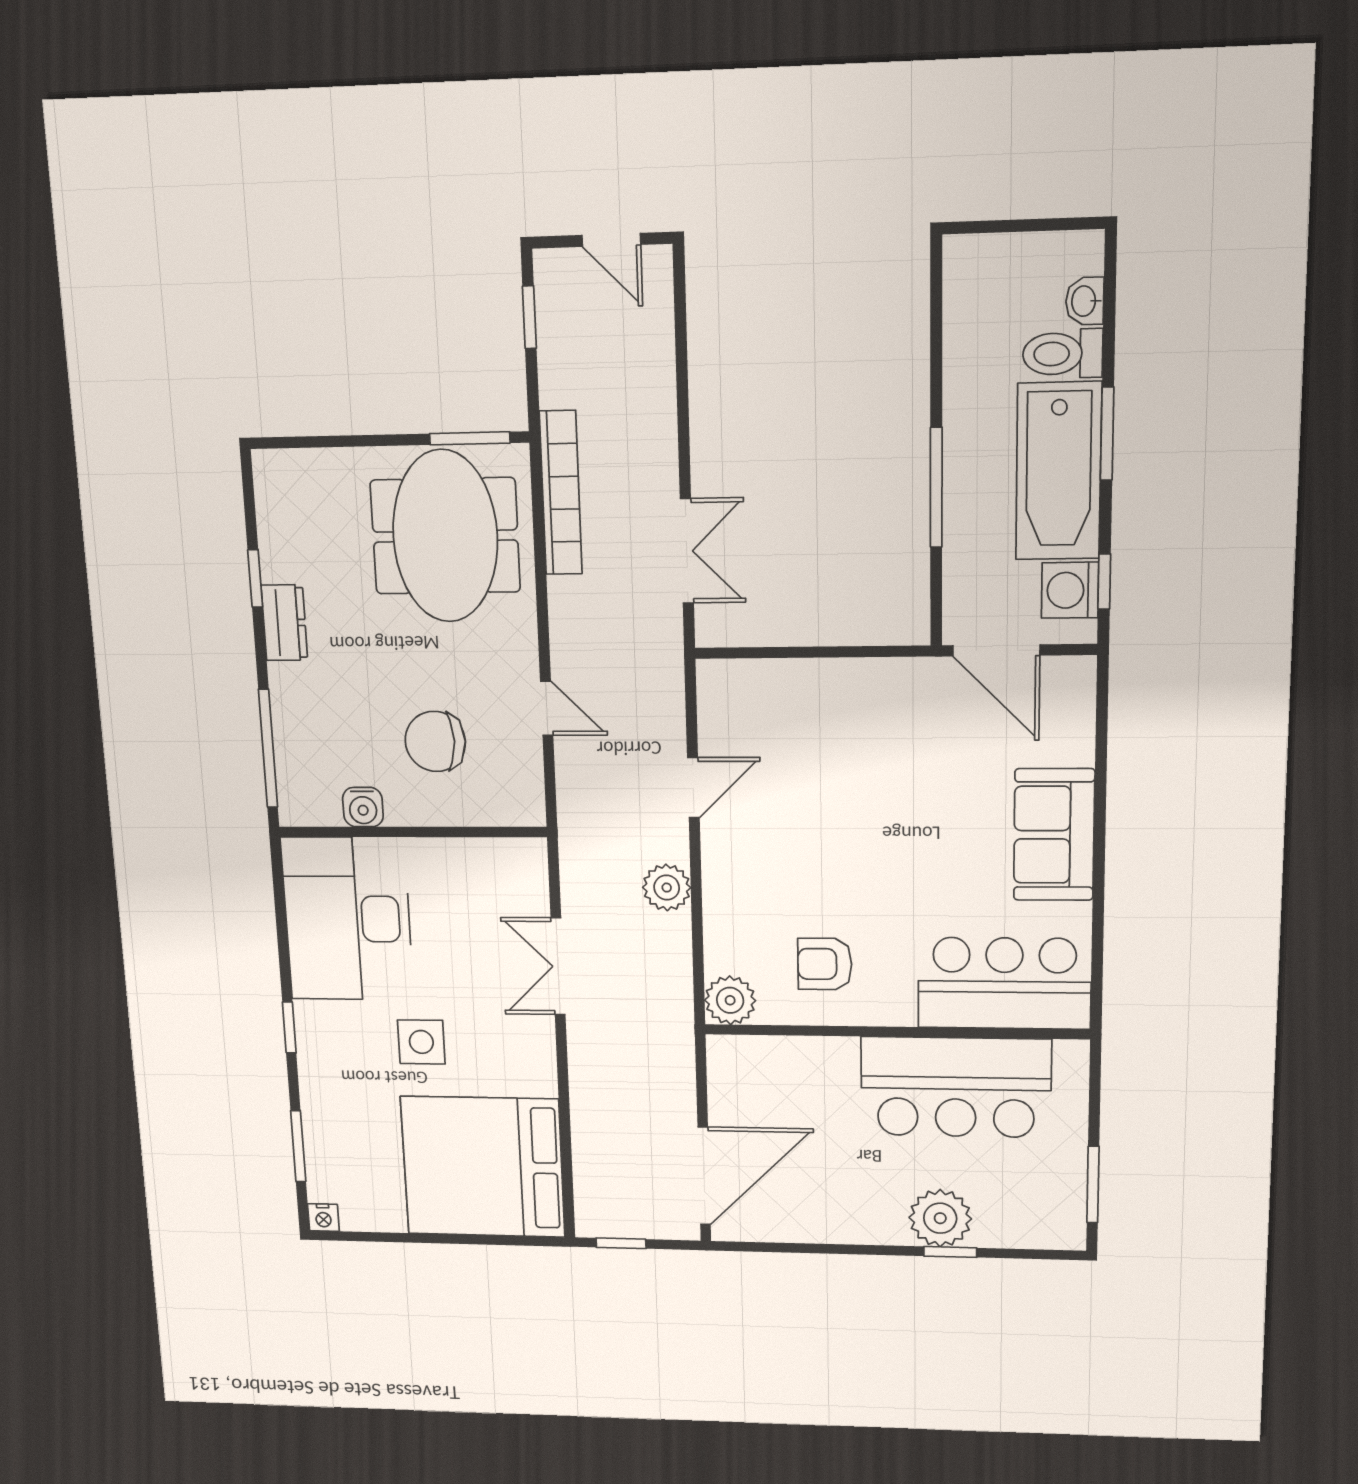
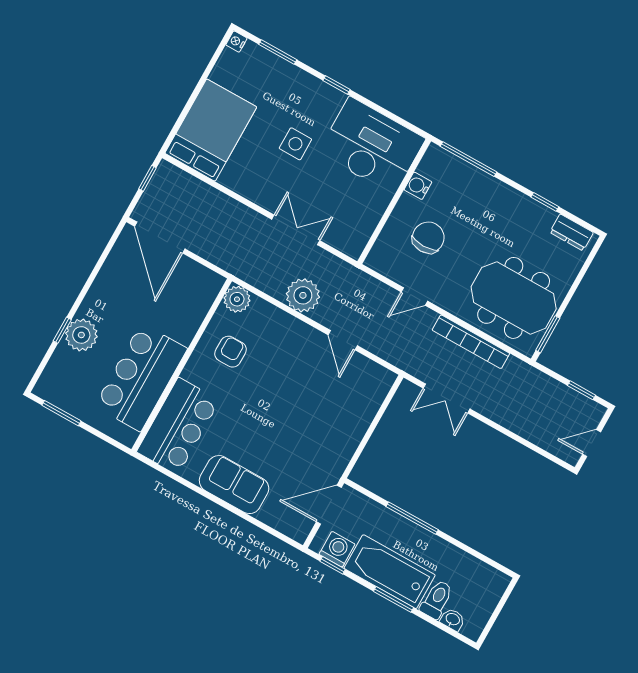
bookcase: (561, 493) -> (471, 342), moved
dresser: (284, 623) -> (572, 232), moved
plant: (667, 888) -> (303, 295), width x1.36, depth x1.36
bed: (483, 1167) -> (211, 130), width x0.73

